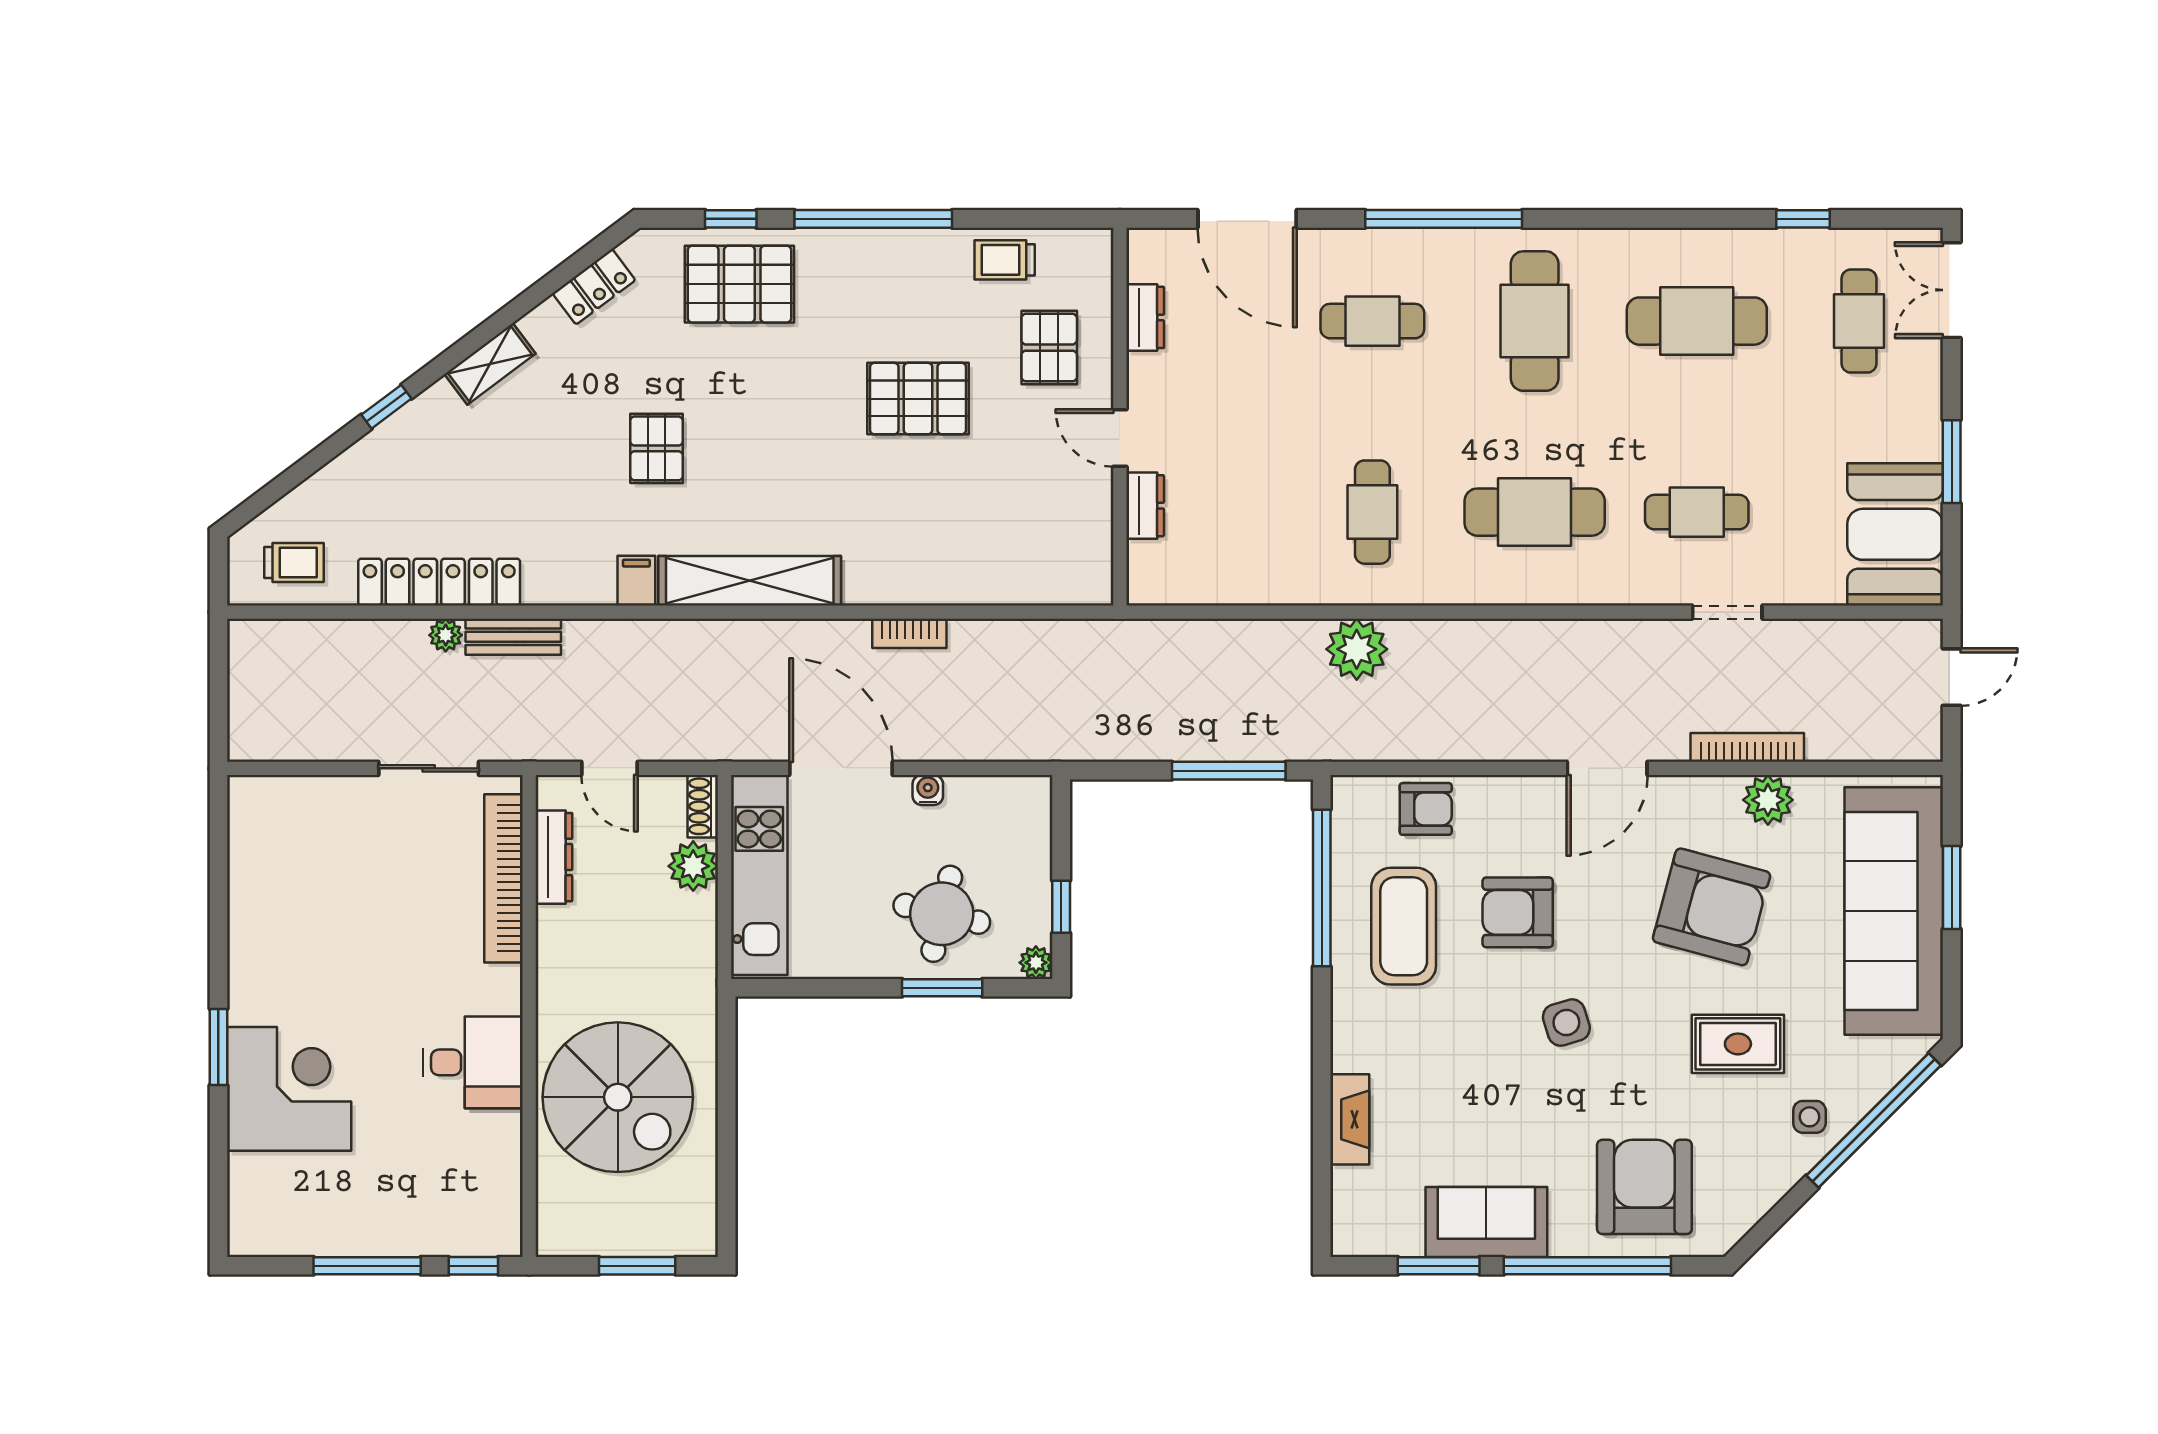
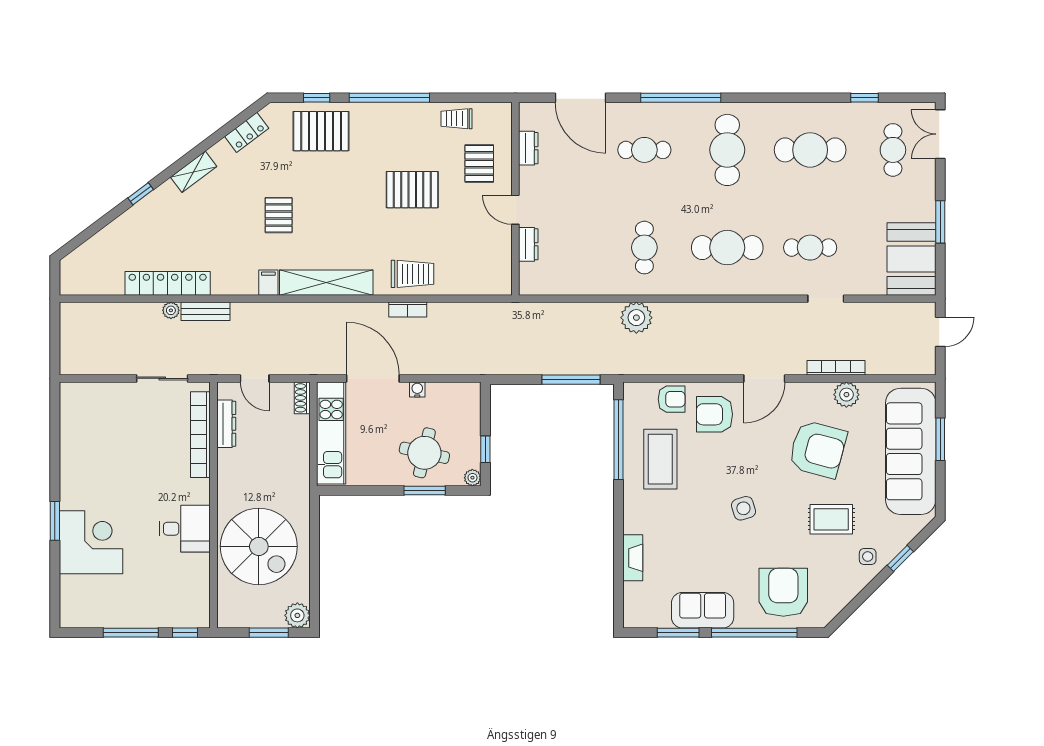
trolley: (294, 563) -> (412, 274), moved, width x1.36, depth x1.39
plant: (693, 866) -> (297, 615), moved
armchair: (1518, 912) -> (715, 414), moved
window: (1874, 1120) -> (900, 558), width x0.32

